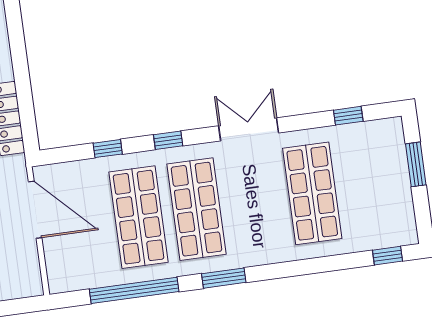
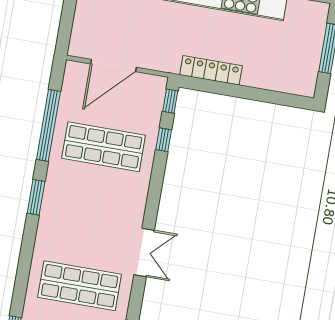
window: (168, 140) -> (170, 101), moved
shop shelf: (196, 209) -> (96, 193), removed
door: (35, 210) -> (114, 66), moved

